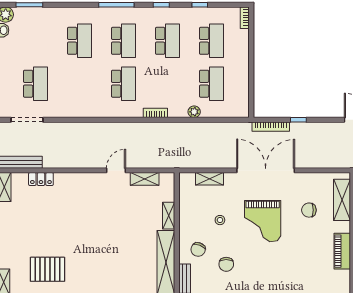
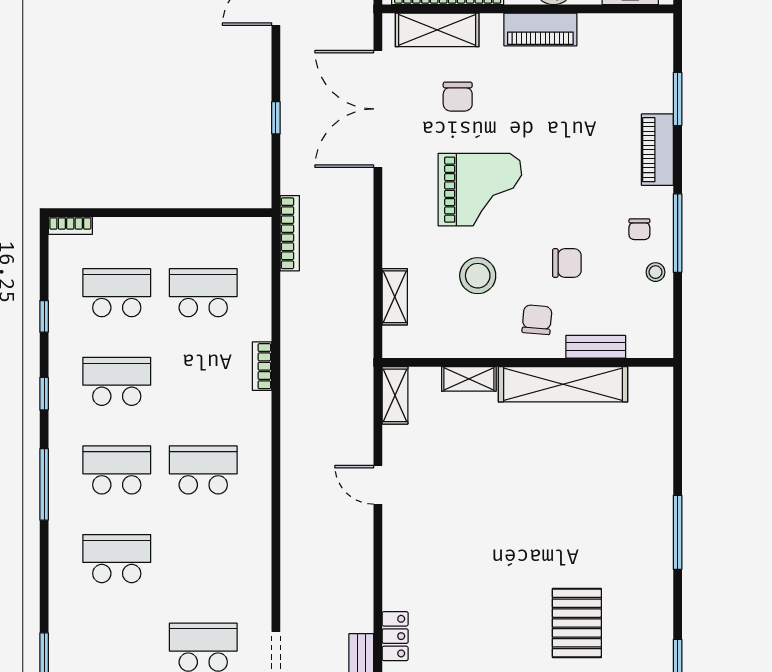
plant: (194, 112) -> (260, 328), removed
bookcase: (155, 113) -> (262, 366), moved
bookcase: (271, 127) -> (290, 233), moved
double door: (266, 170) -> (378, 109), moved
shelving: (145, 179) -> (395, 395), moved
stool: (220, 220) -> (478, 276), width x1.89, depth x1.89
chair: (198, 249) -> (537, 320), turned -107

